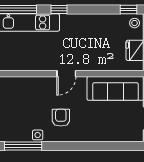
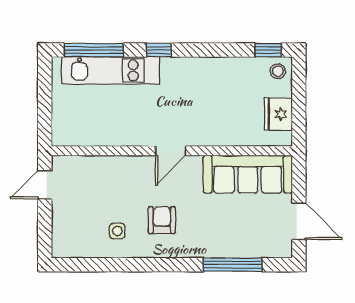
side table: (38, 135) -> (117, 231), moved
window: (23, 146) -> (233, 265), moved

